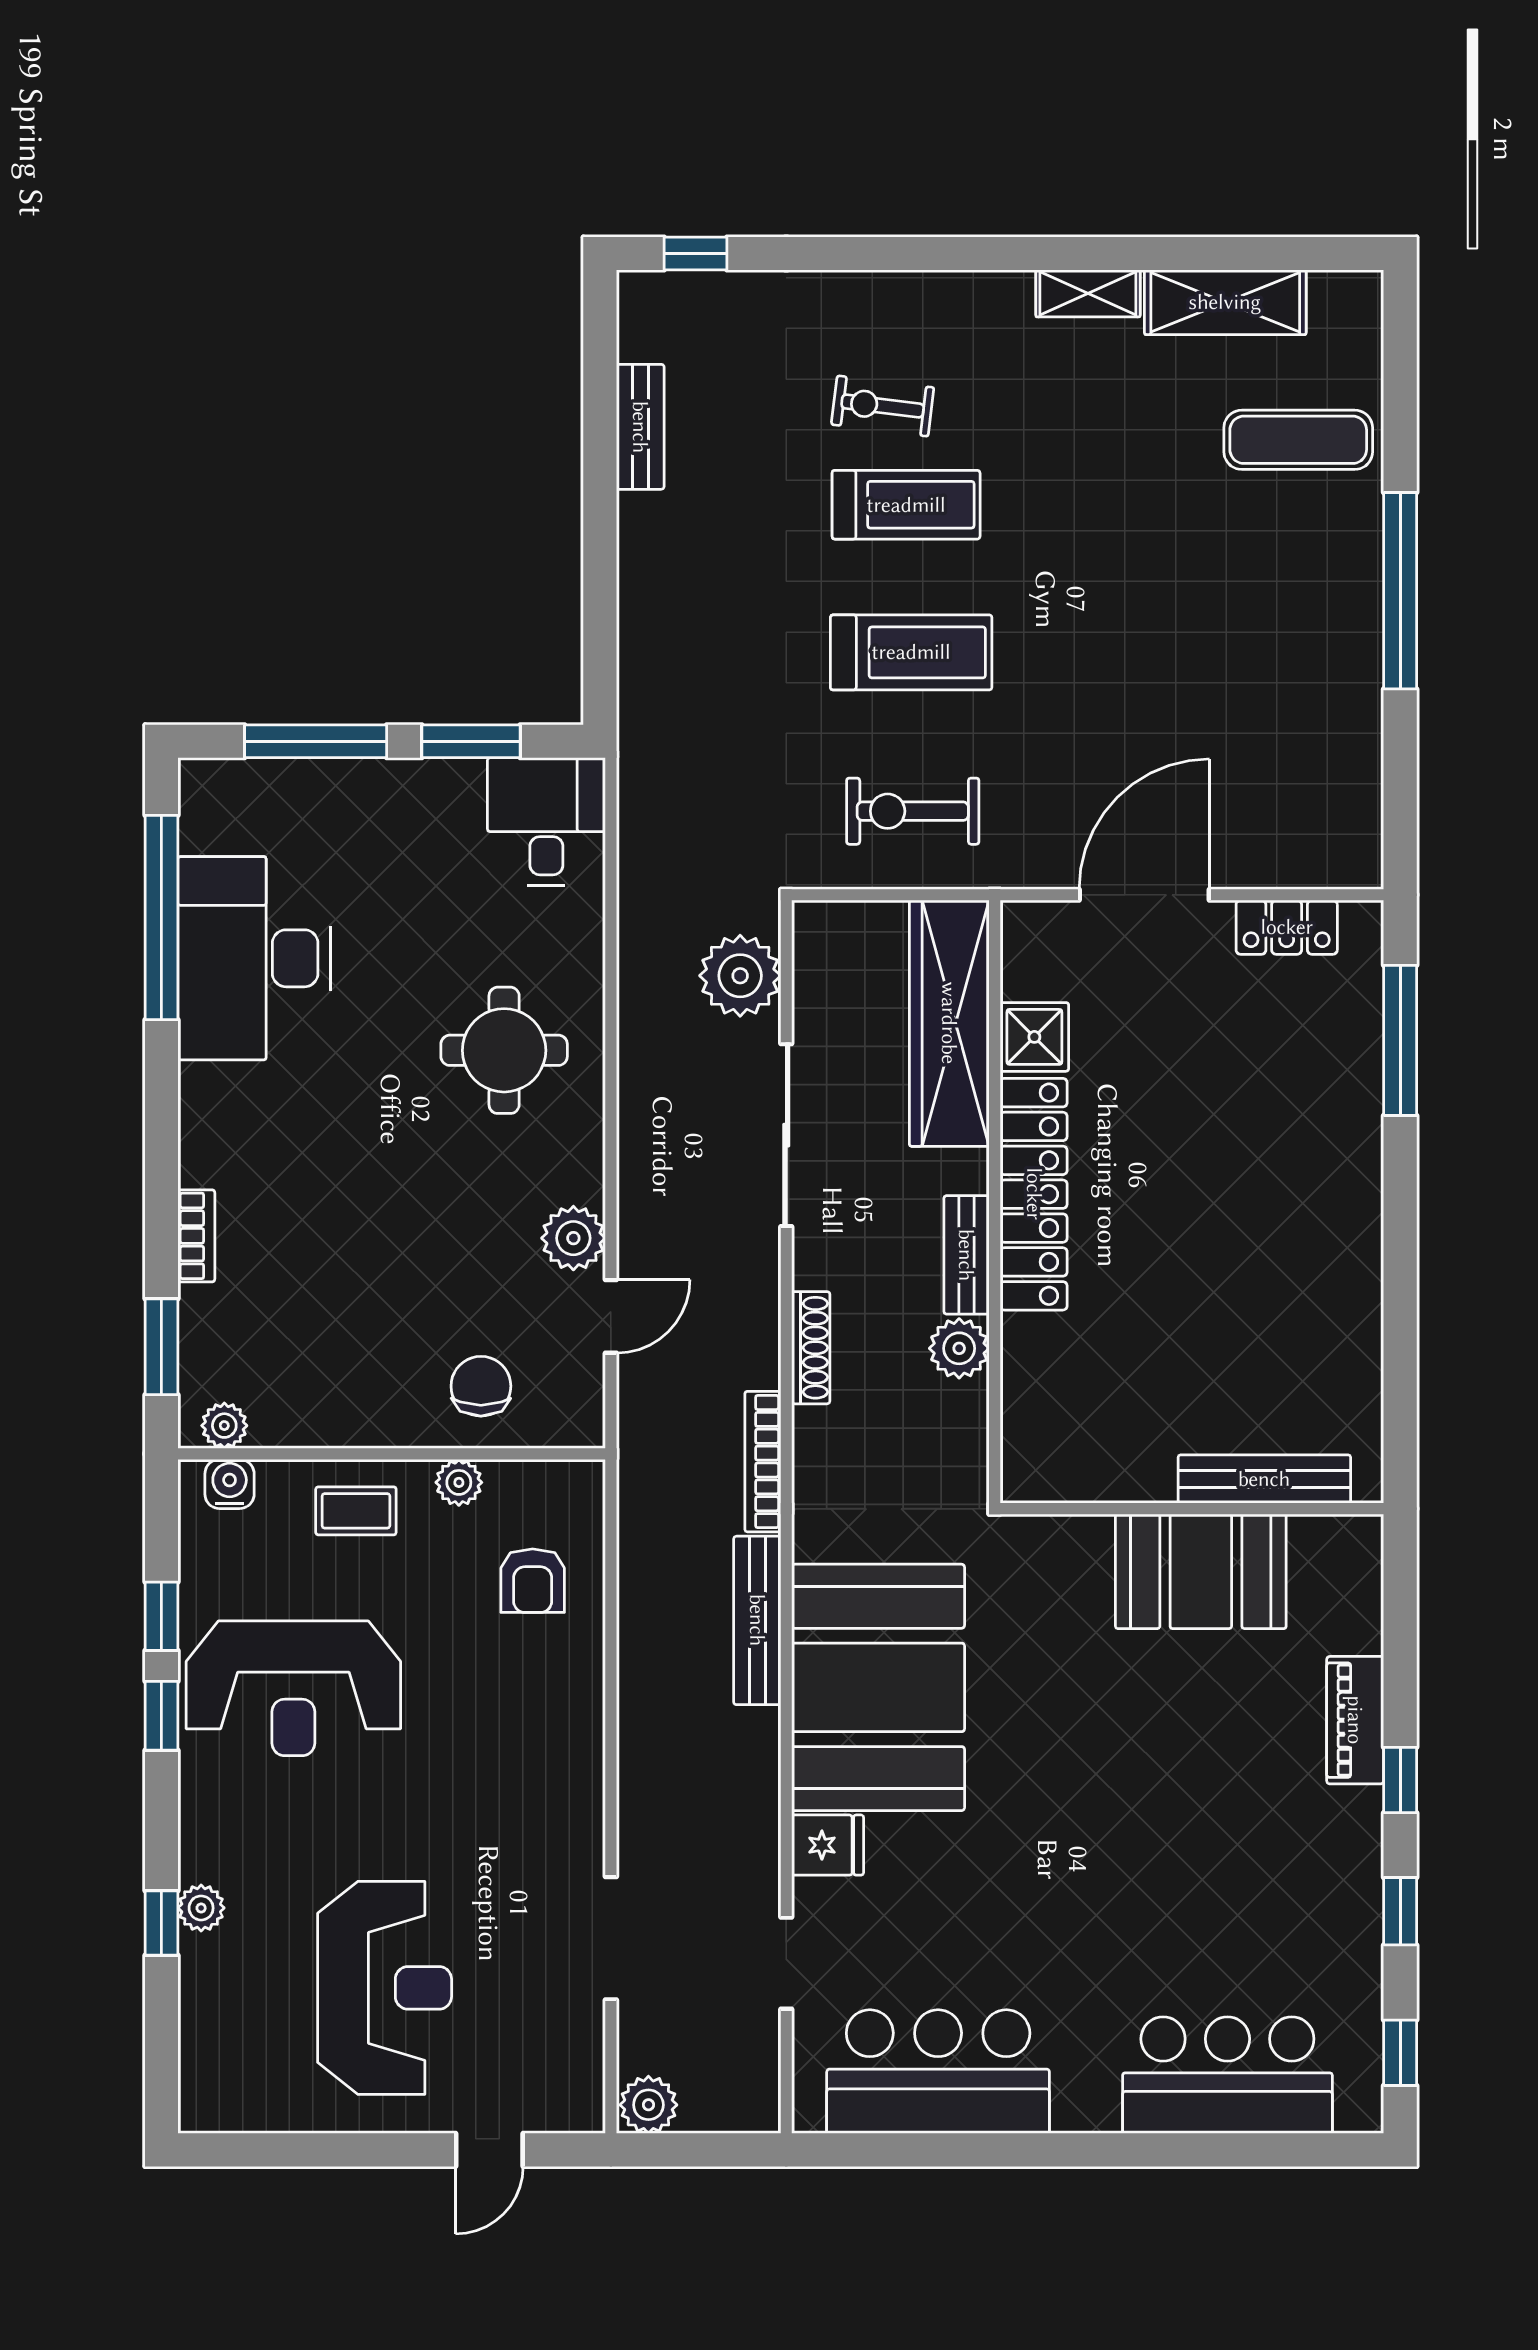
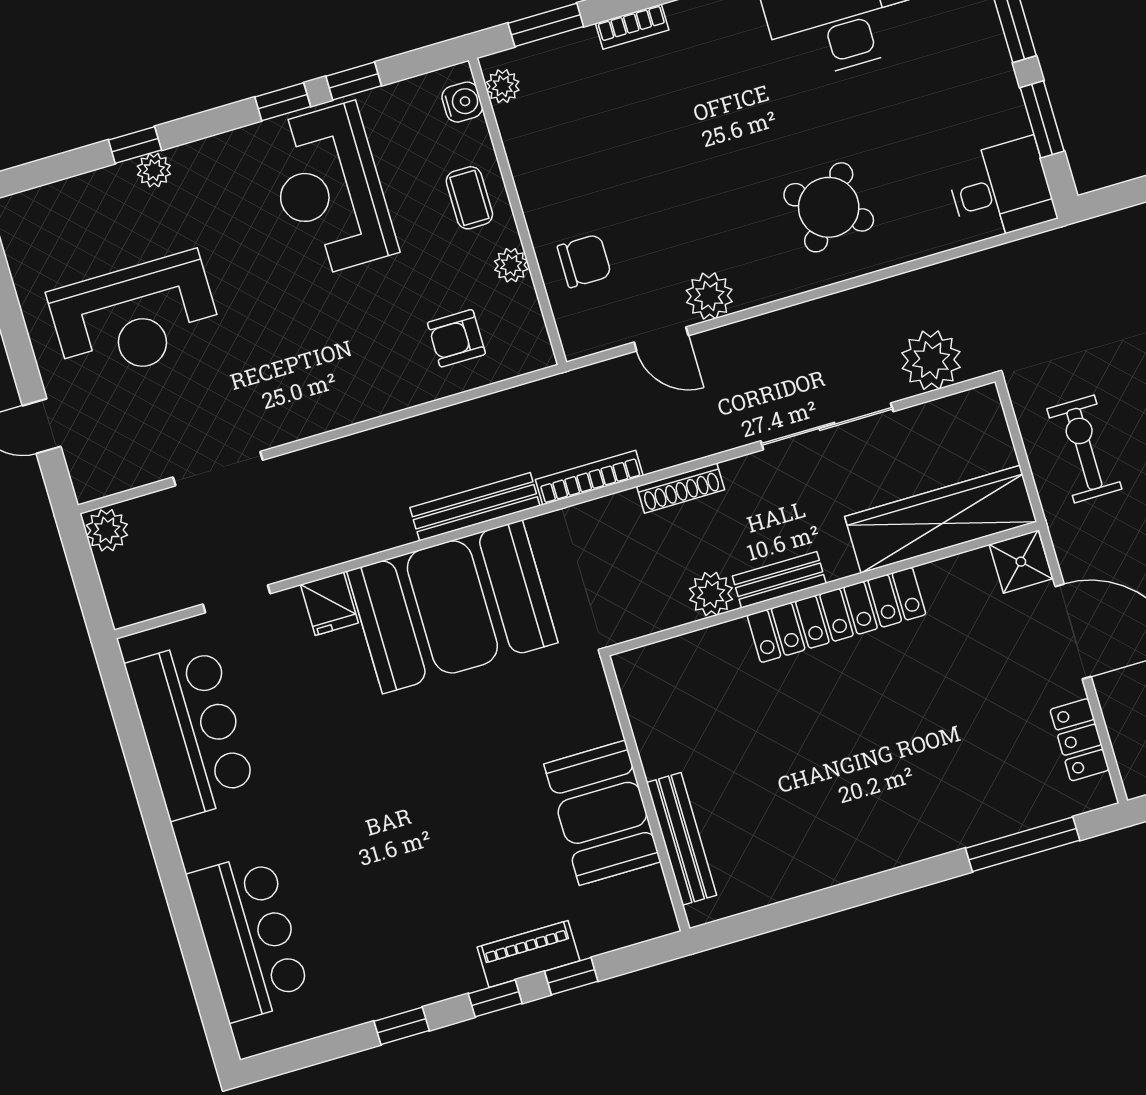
shower: (1034, 1037) -> (1021, 562), moved
round table: (504, 1050) -> (829, 207), turned 37
window: (1400, 2053) -> (571, 976), moved

